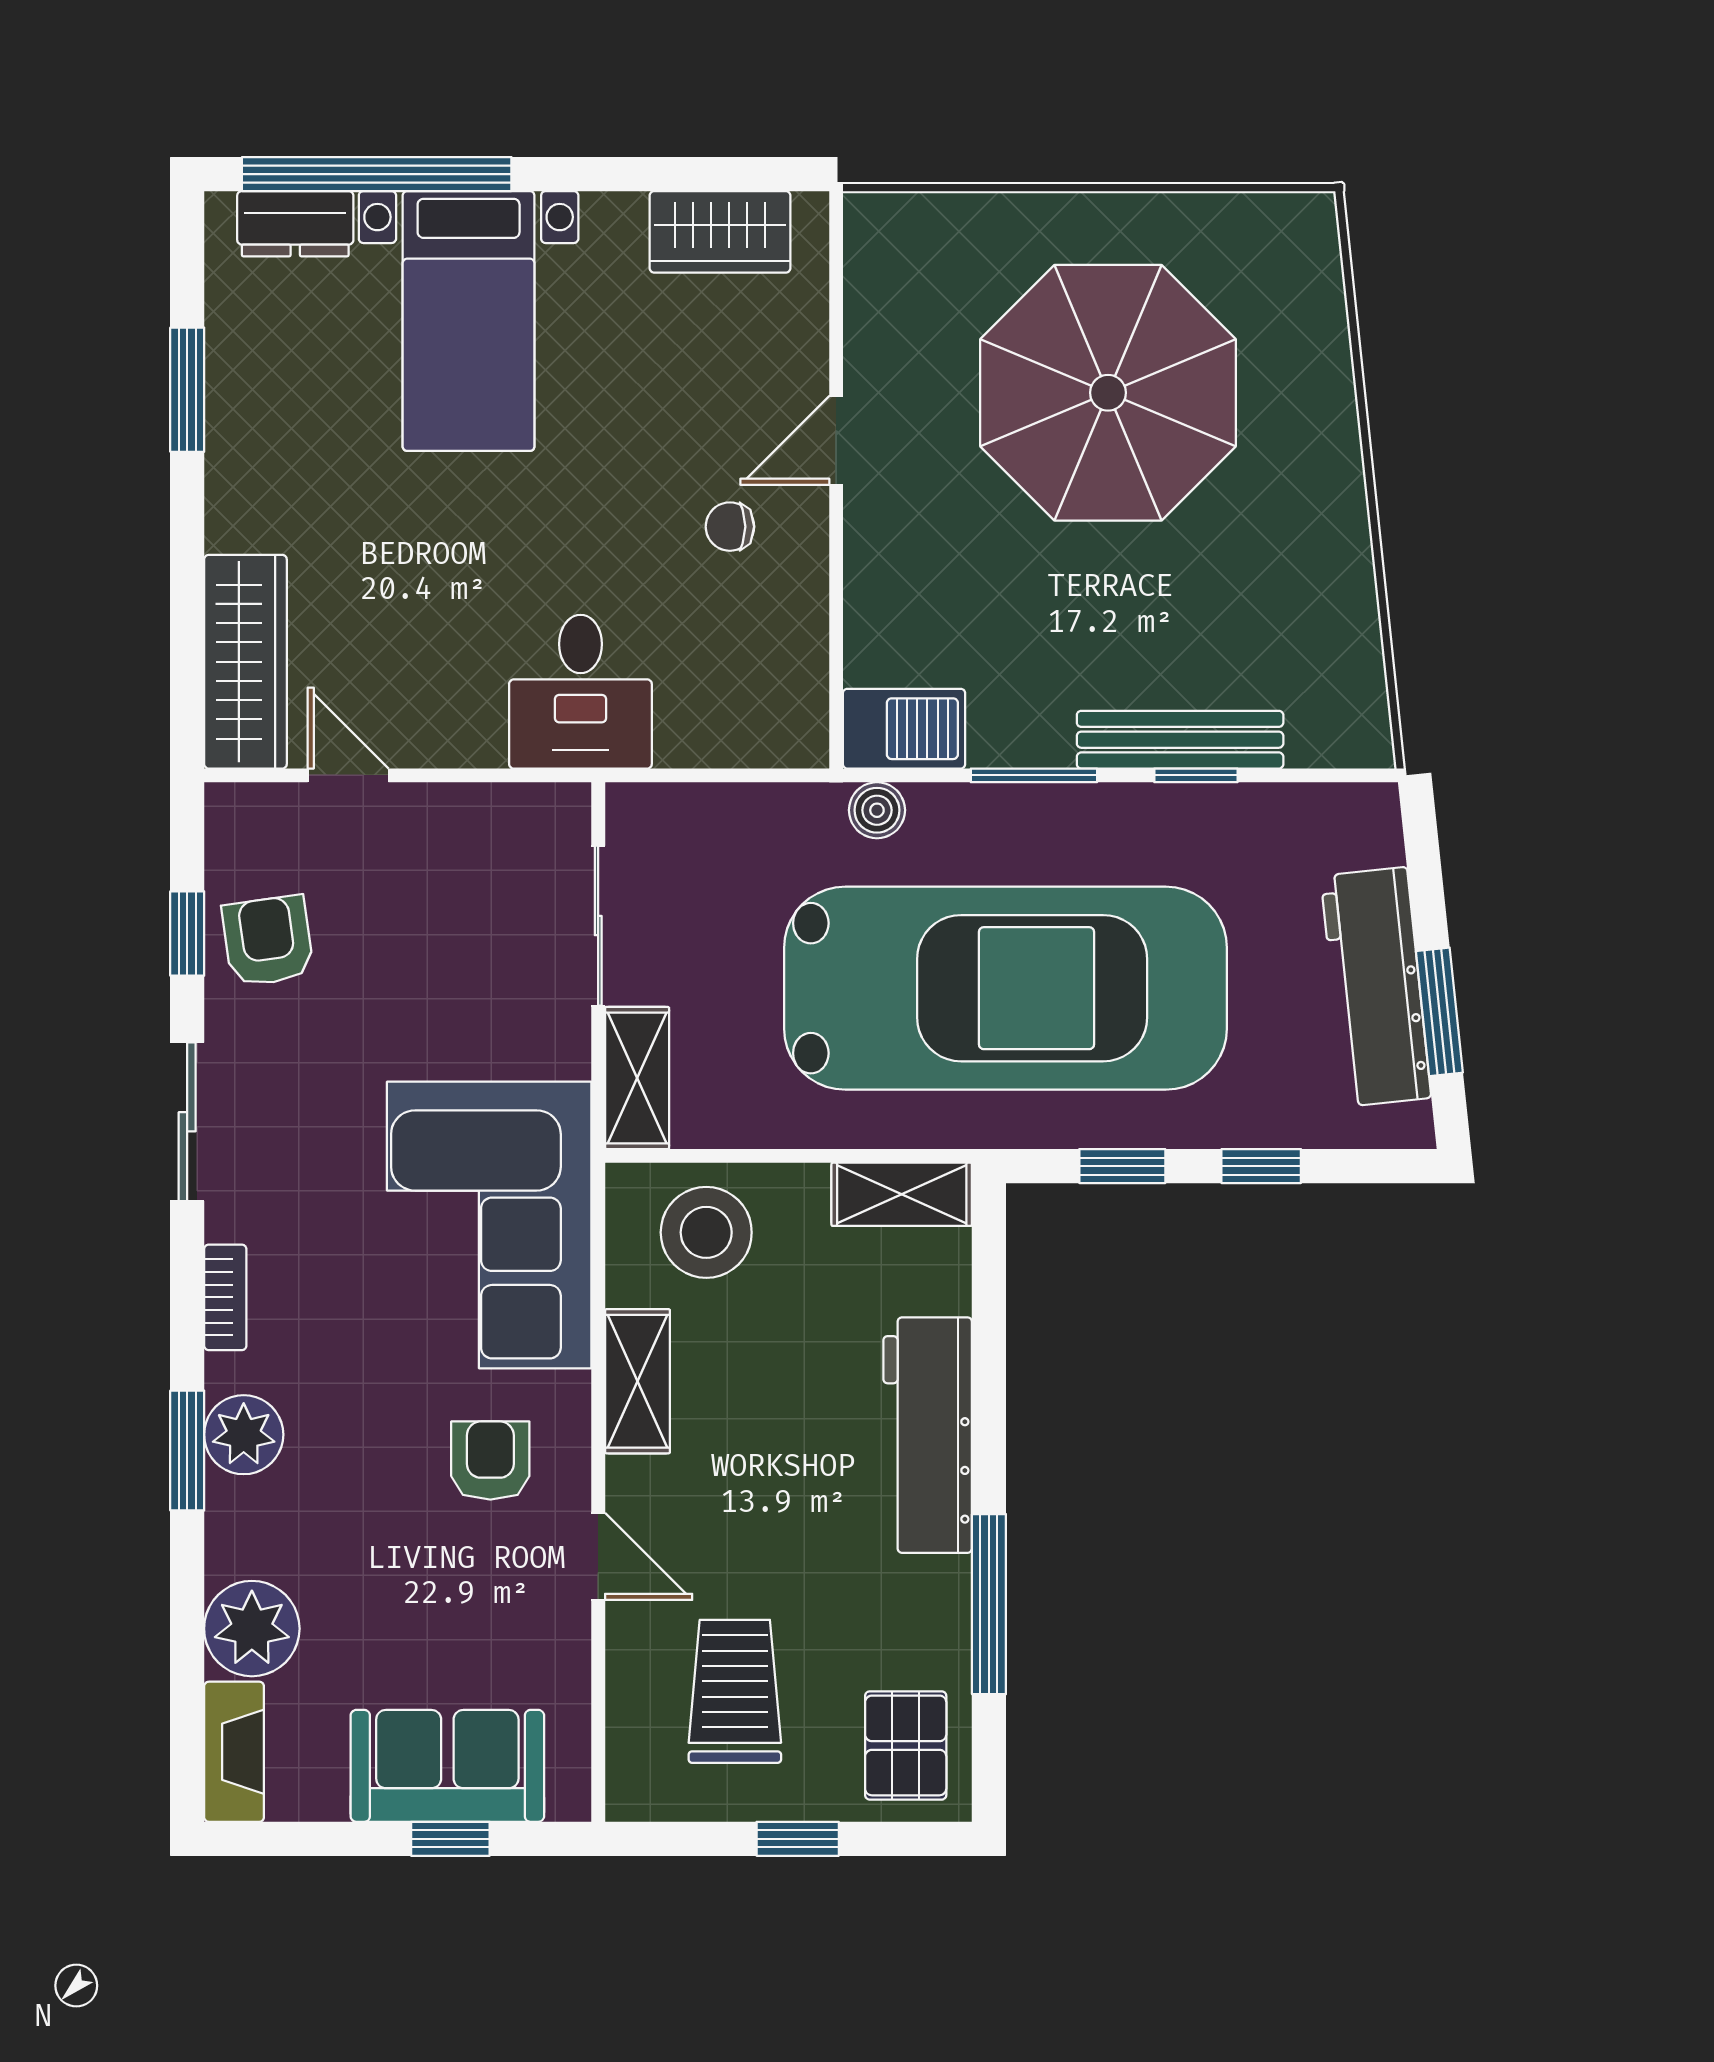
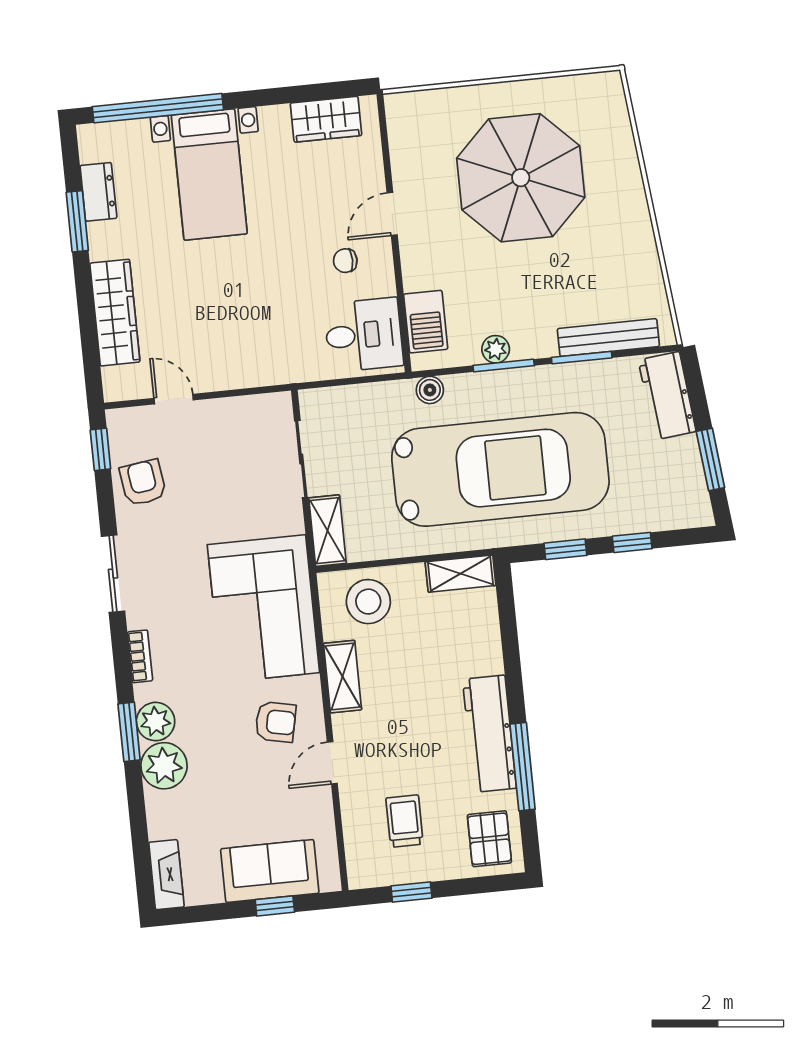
dresser: (295, 224) -> (98, 192), moved, turned -90
wardrobe: (245, 662) -> (115, 313), moved
desk: (580, 692) -> (364, 335), moved, turned -90
barbecue: (904, 729) -> (426, 322), moved, turned 90
plant: (1021, 740) -> (496, 349), added
bench: (1180, 740) -> (608, 338), moved
window: (1196, 775) -> (582, 358), width x1.50
window: (187, 933) -> (100, 449), moved
workbench: (1376, 987) -> (667, 396), moved, width x0.73
workbench: (928, 1435) -> (489, 734), moved
armchair: (490, 1461) -> (276, 722), turned 102
door: (598, 1556) -> (332, 763), swing flipped
plant: (252, 1629) -> (164, 766), moved
trolley: (735, 1691) -> (405, 821), width x0.73, depth x0.72
window: (798, 1839) -> (411, 892), moved

